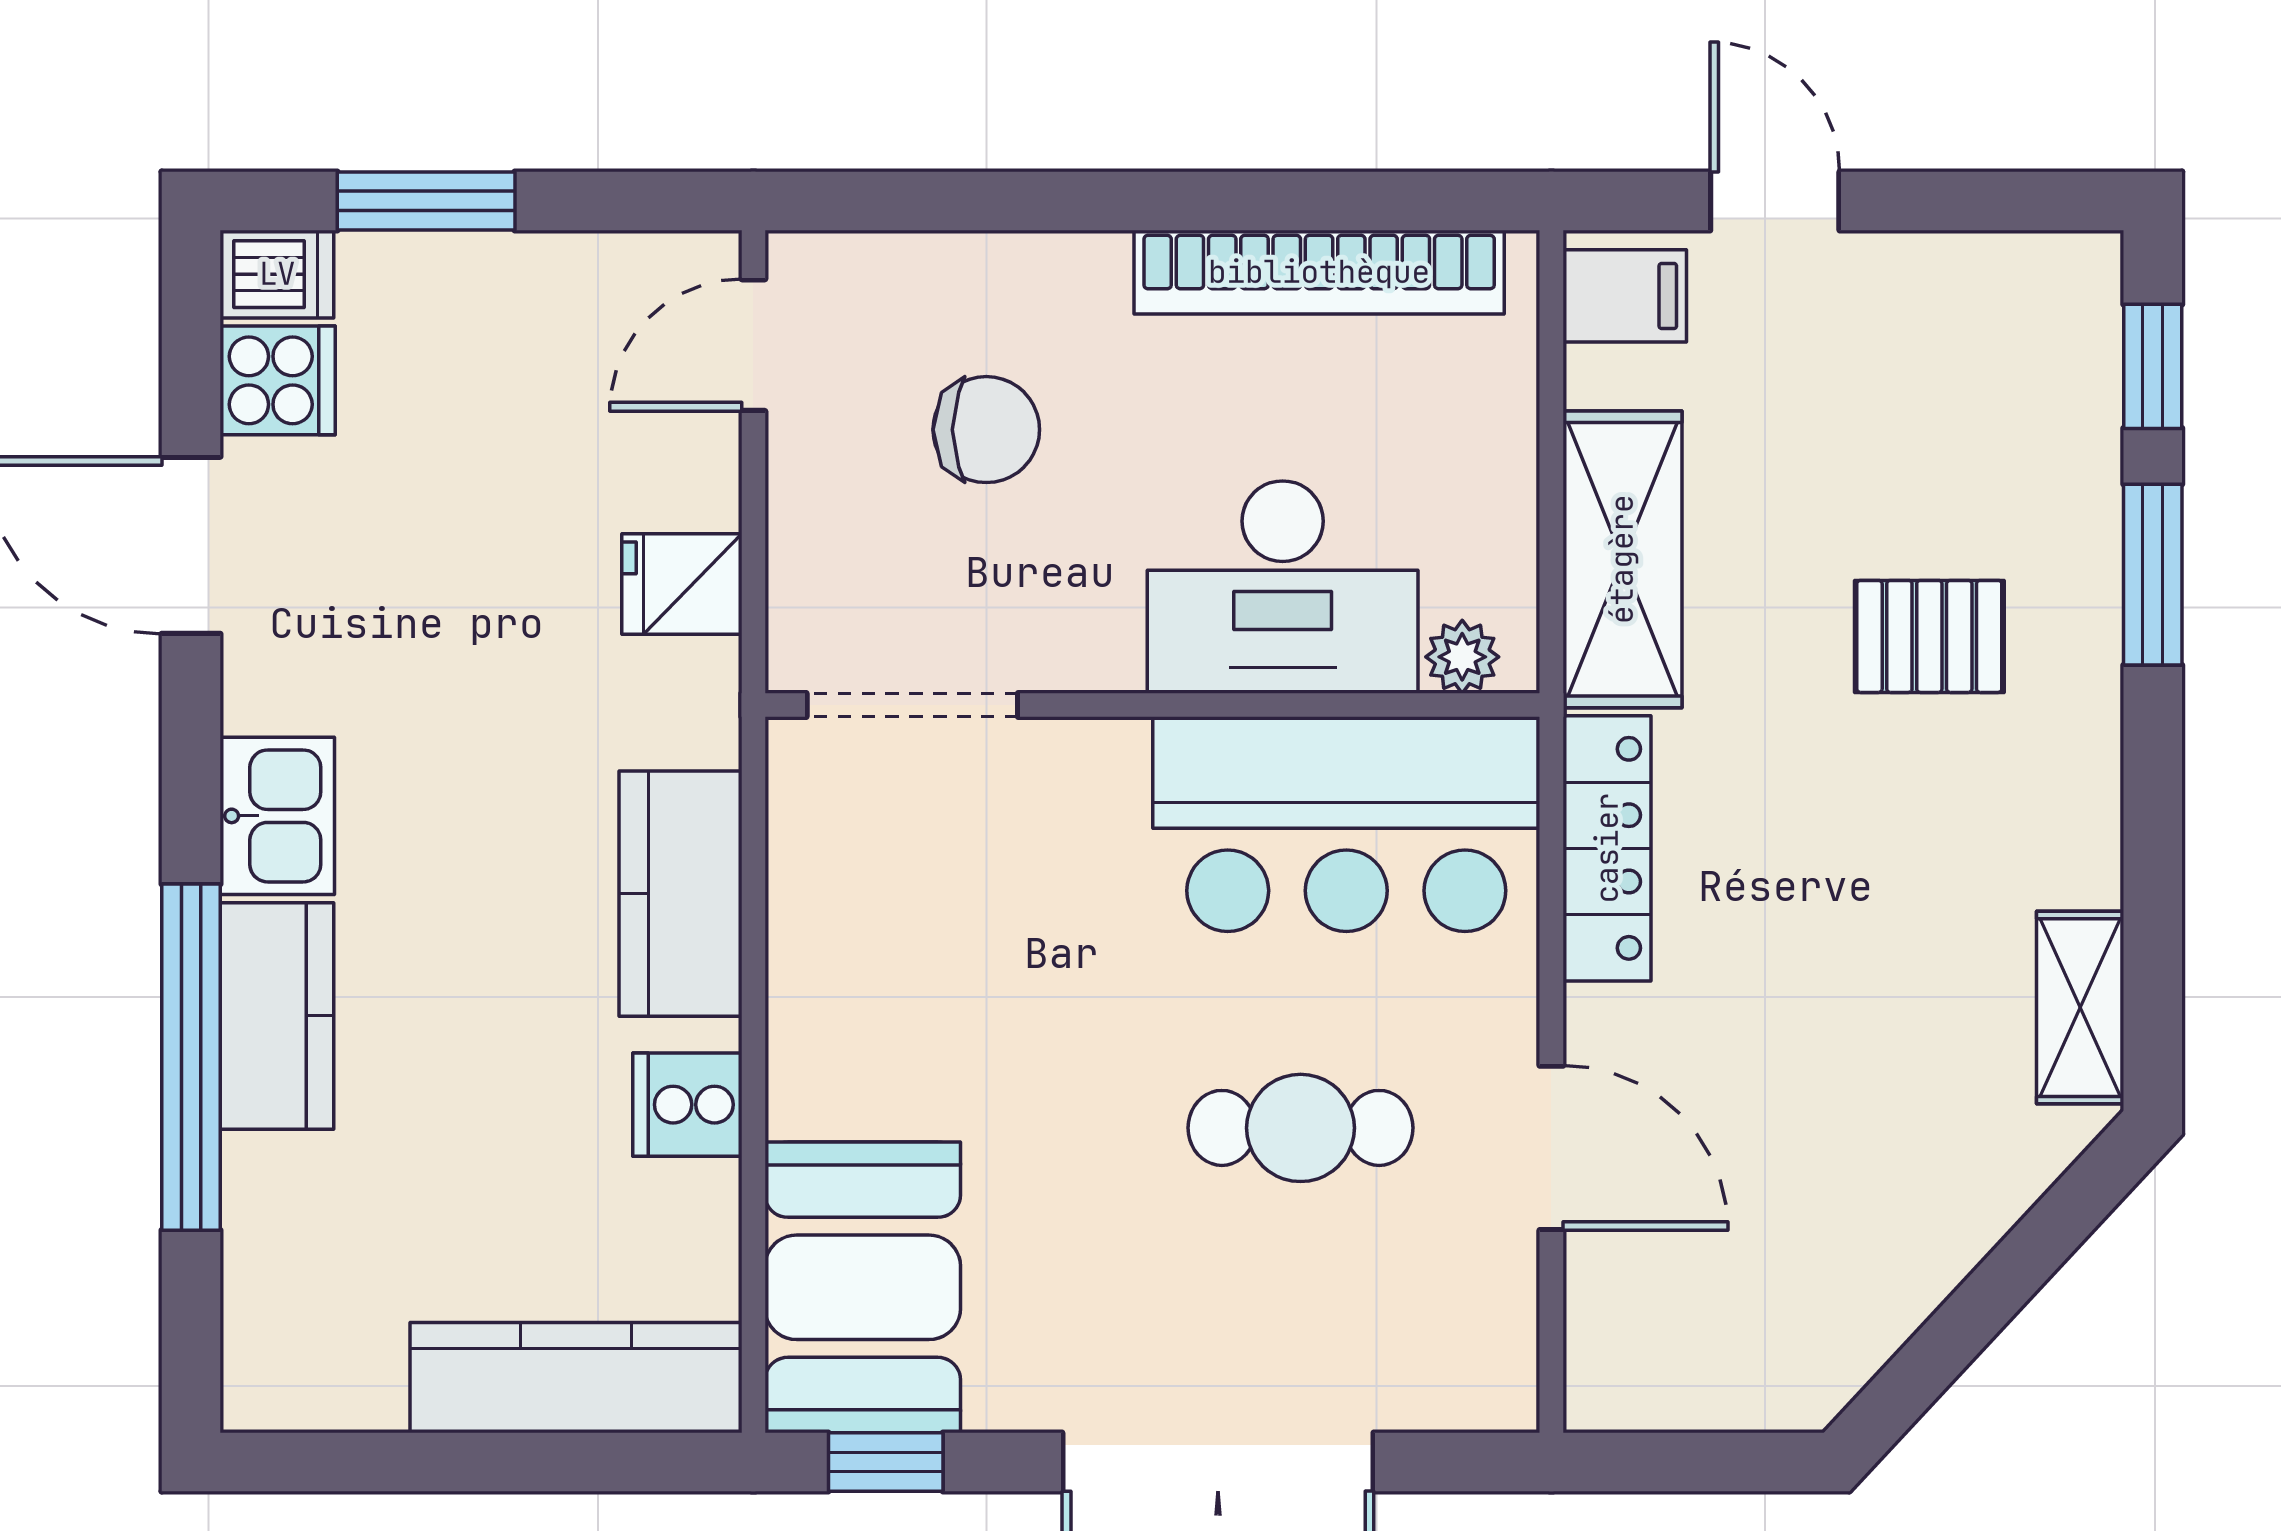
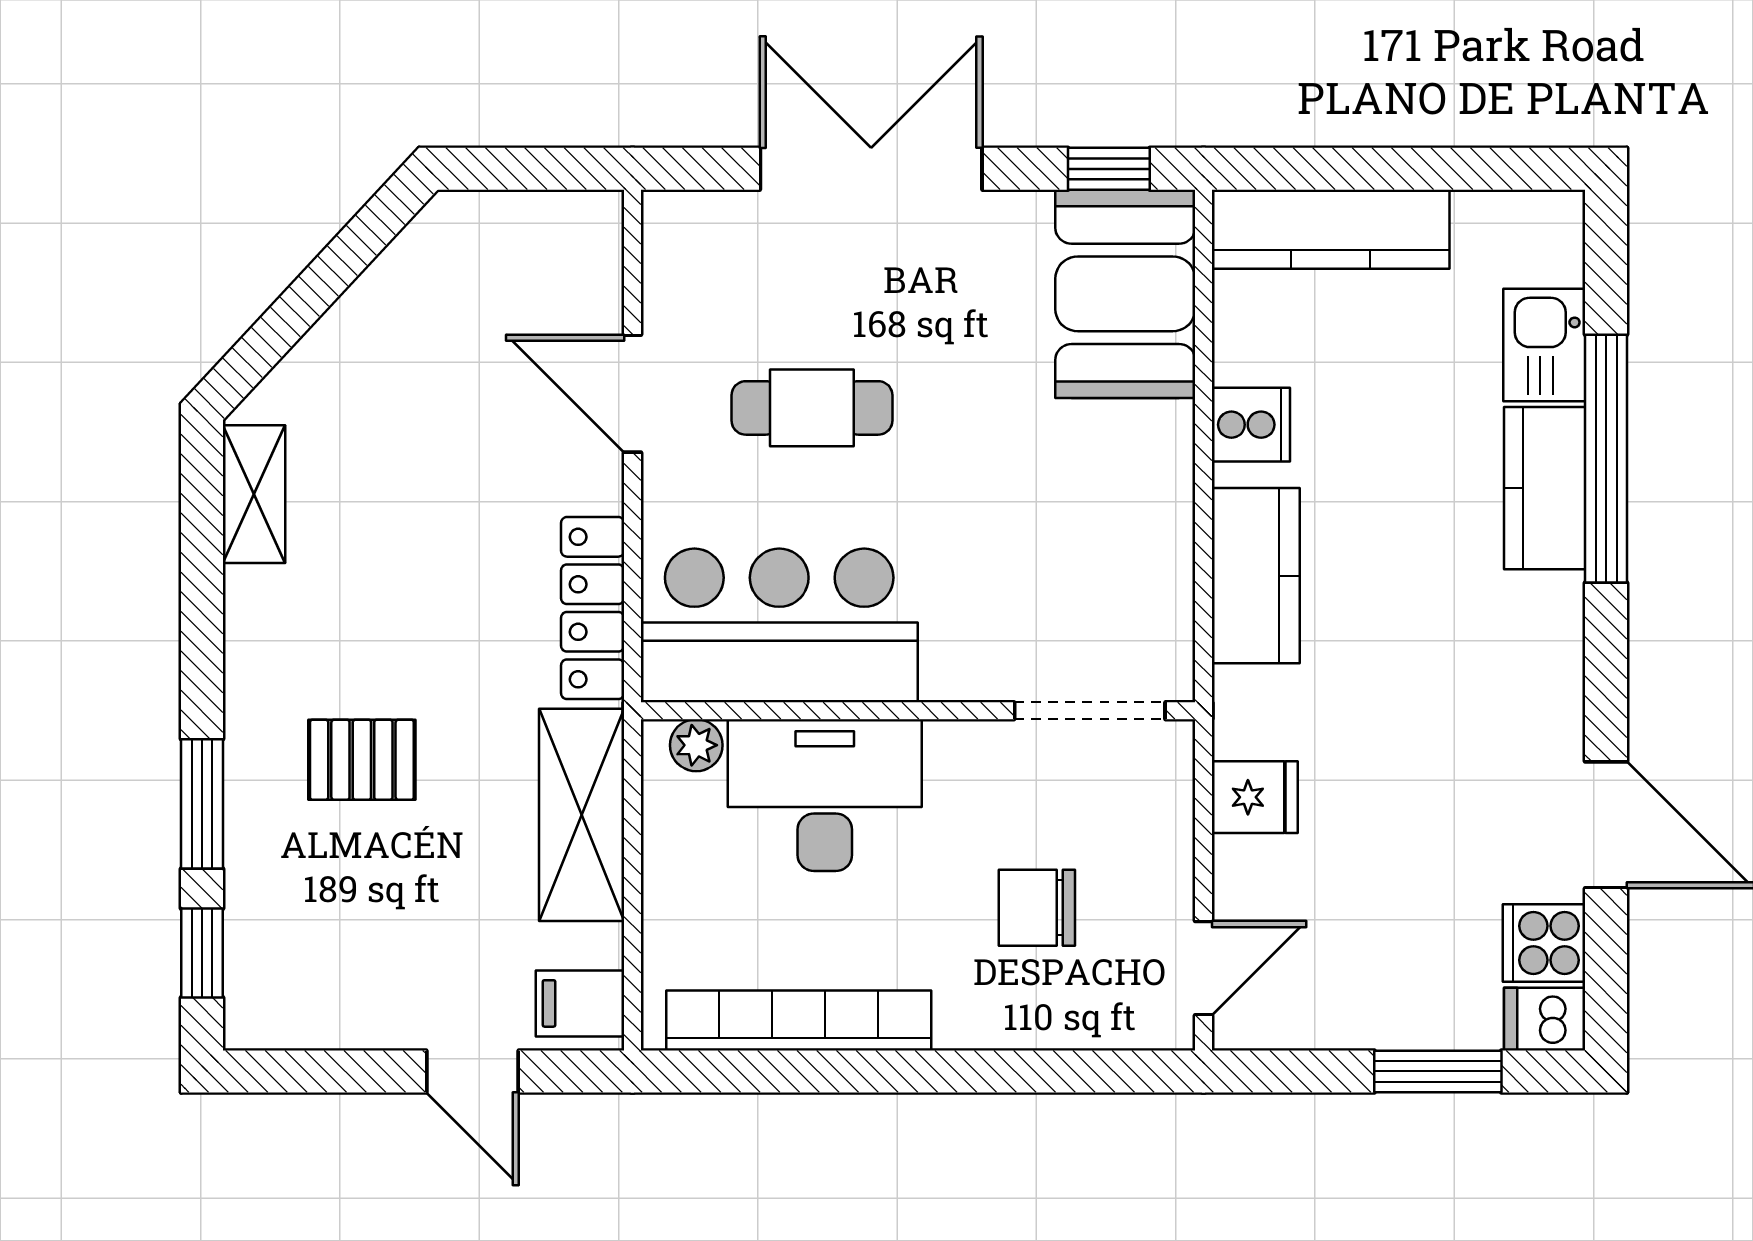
kitchen sink: (277, 816) -> (1544, 345), moved

